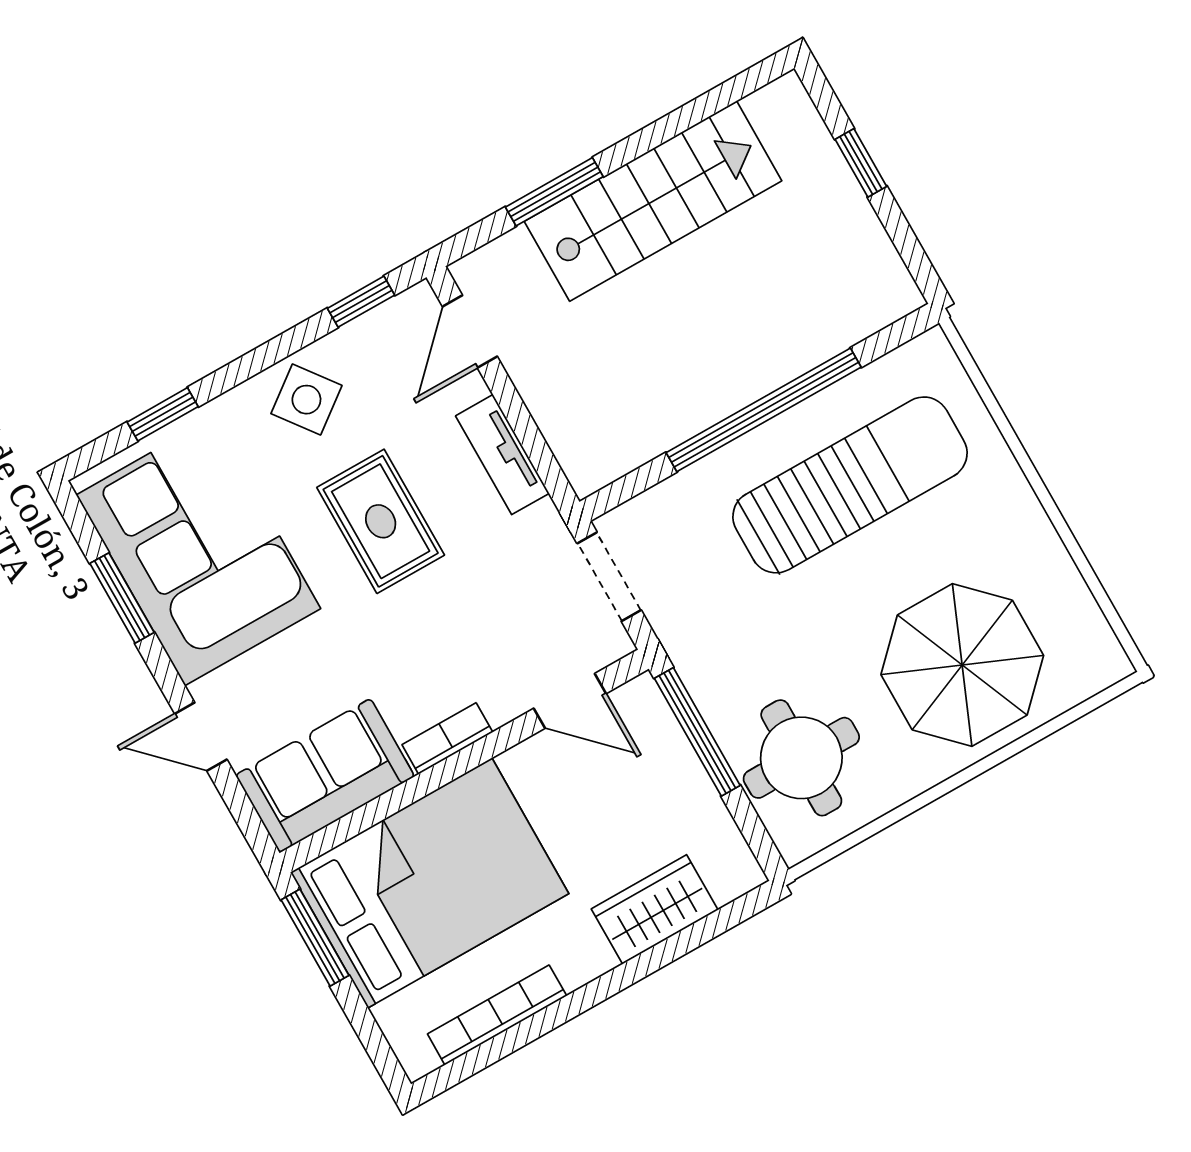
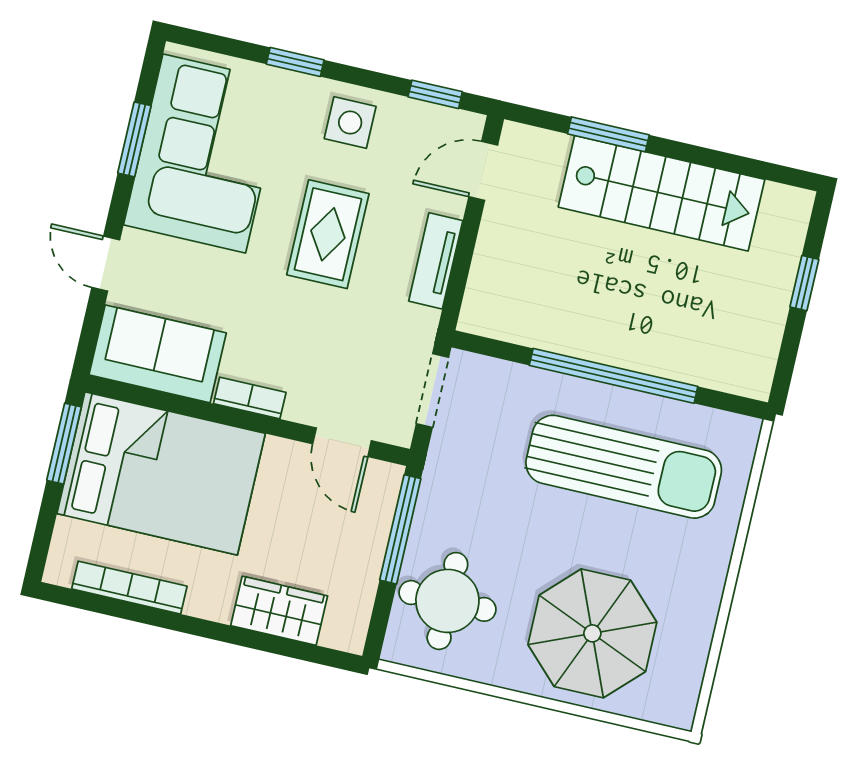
side table: (306, 400) -> (350, 123), turned 37
window: (163, 414) -> (295, 62), moved

